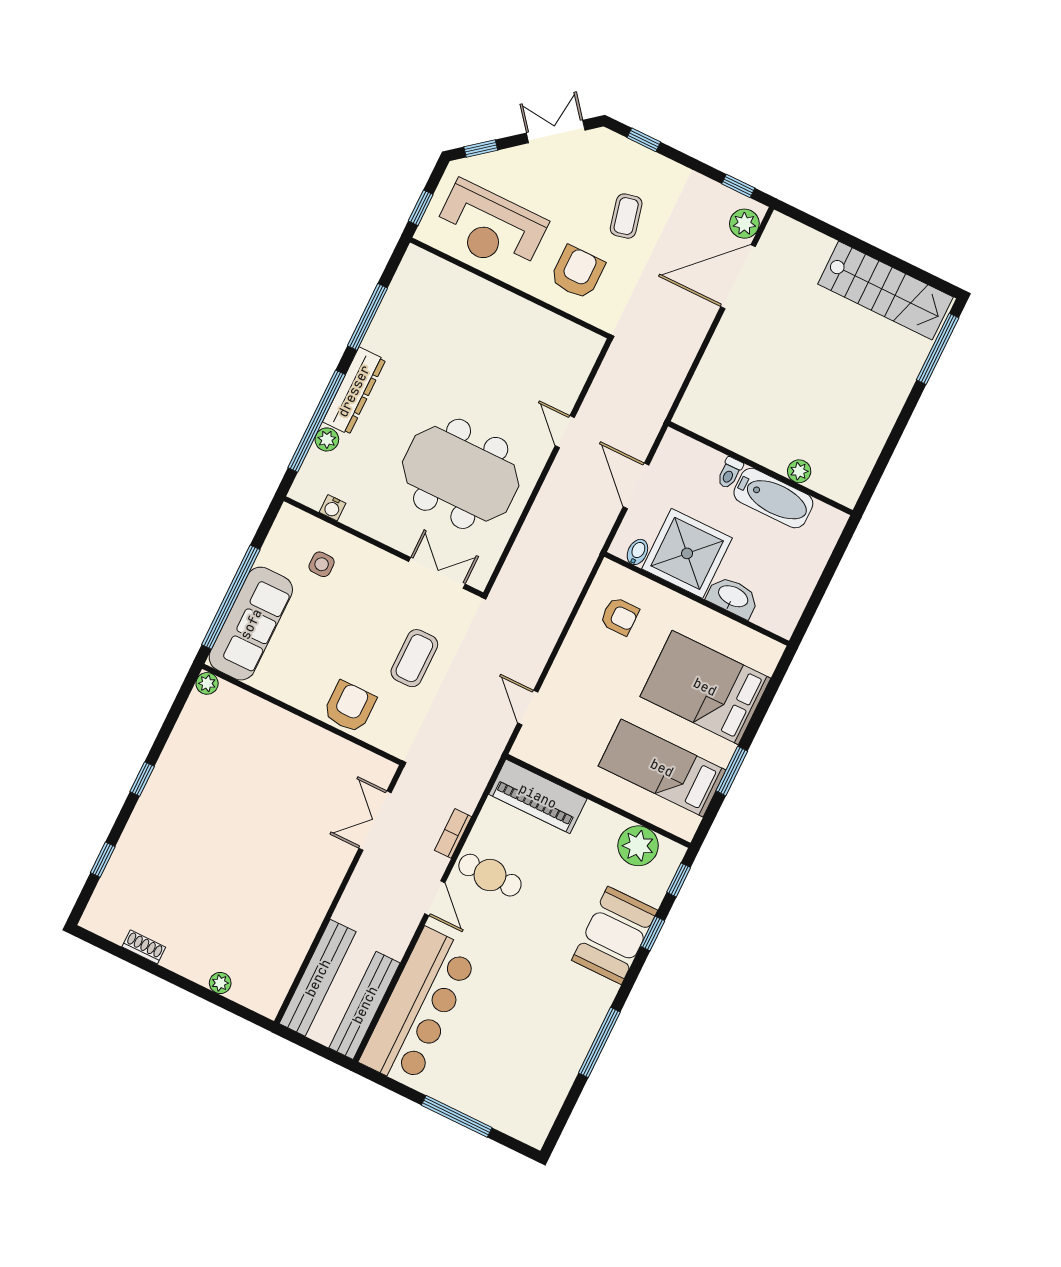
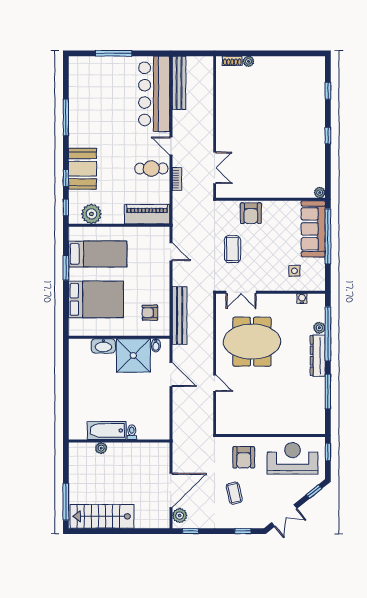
wall: (760, 468) -> (119, 441), moved
plant: (799, 471) -> (101, 448), moved
toilet: (730, 473) -> (132, 432), moved
bathtub: (773, 498) -> (107, 430), moved
shoe rack: (144, 947) -> (232, 61), moved
bench: (318, 978) -> (180, 316), moved

